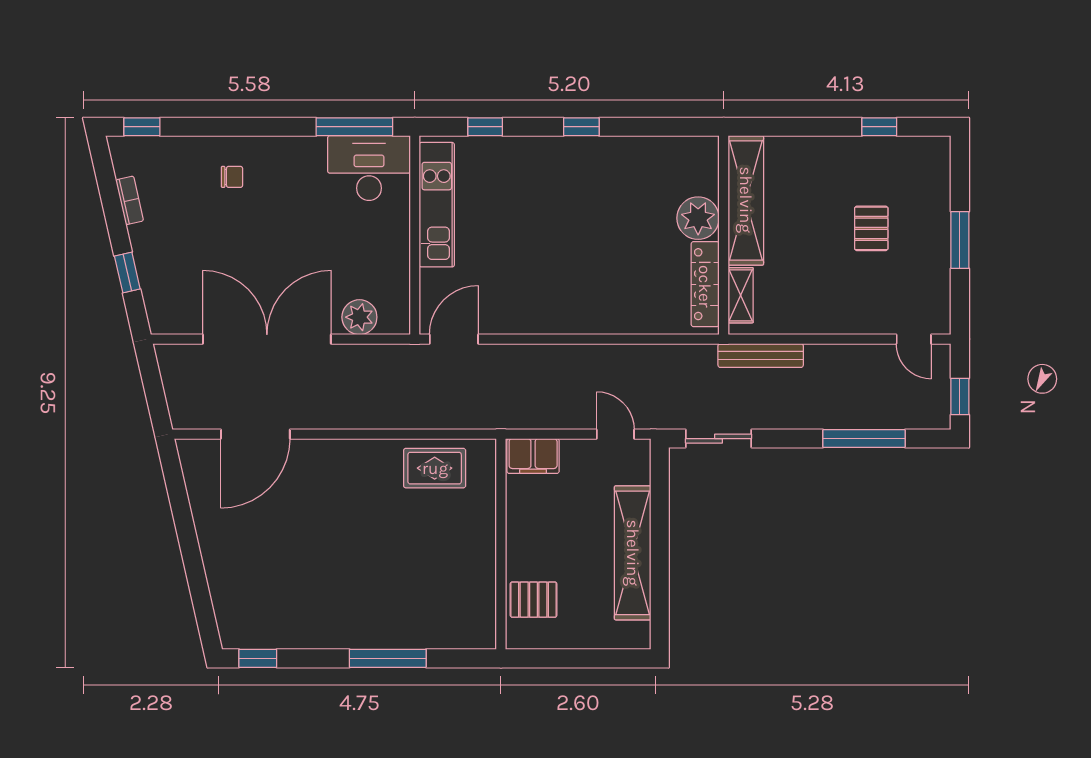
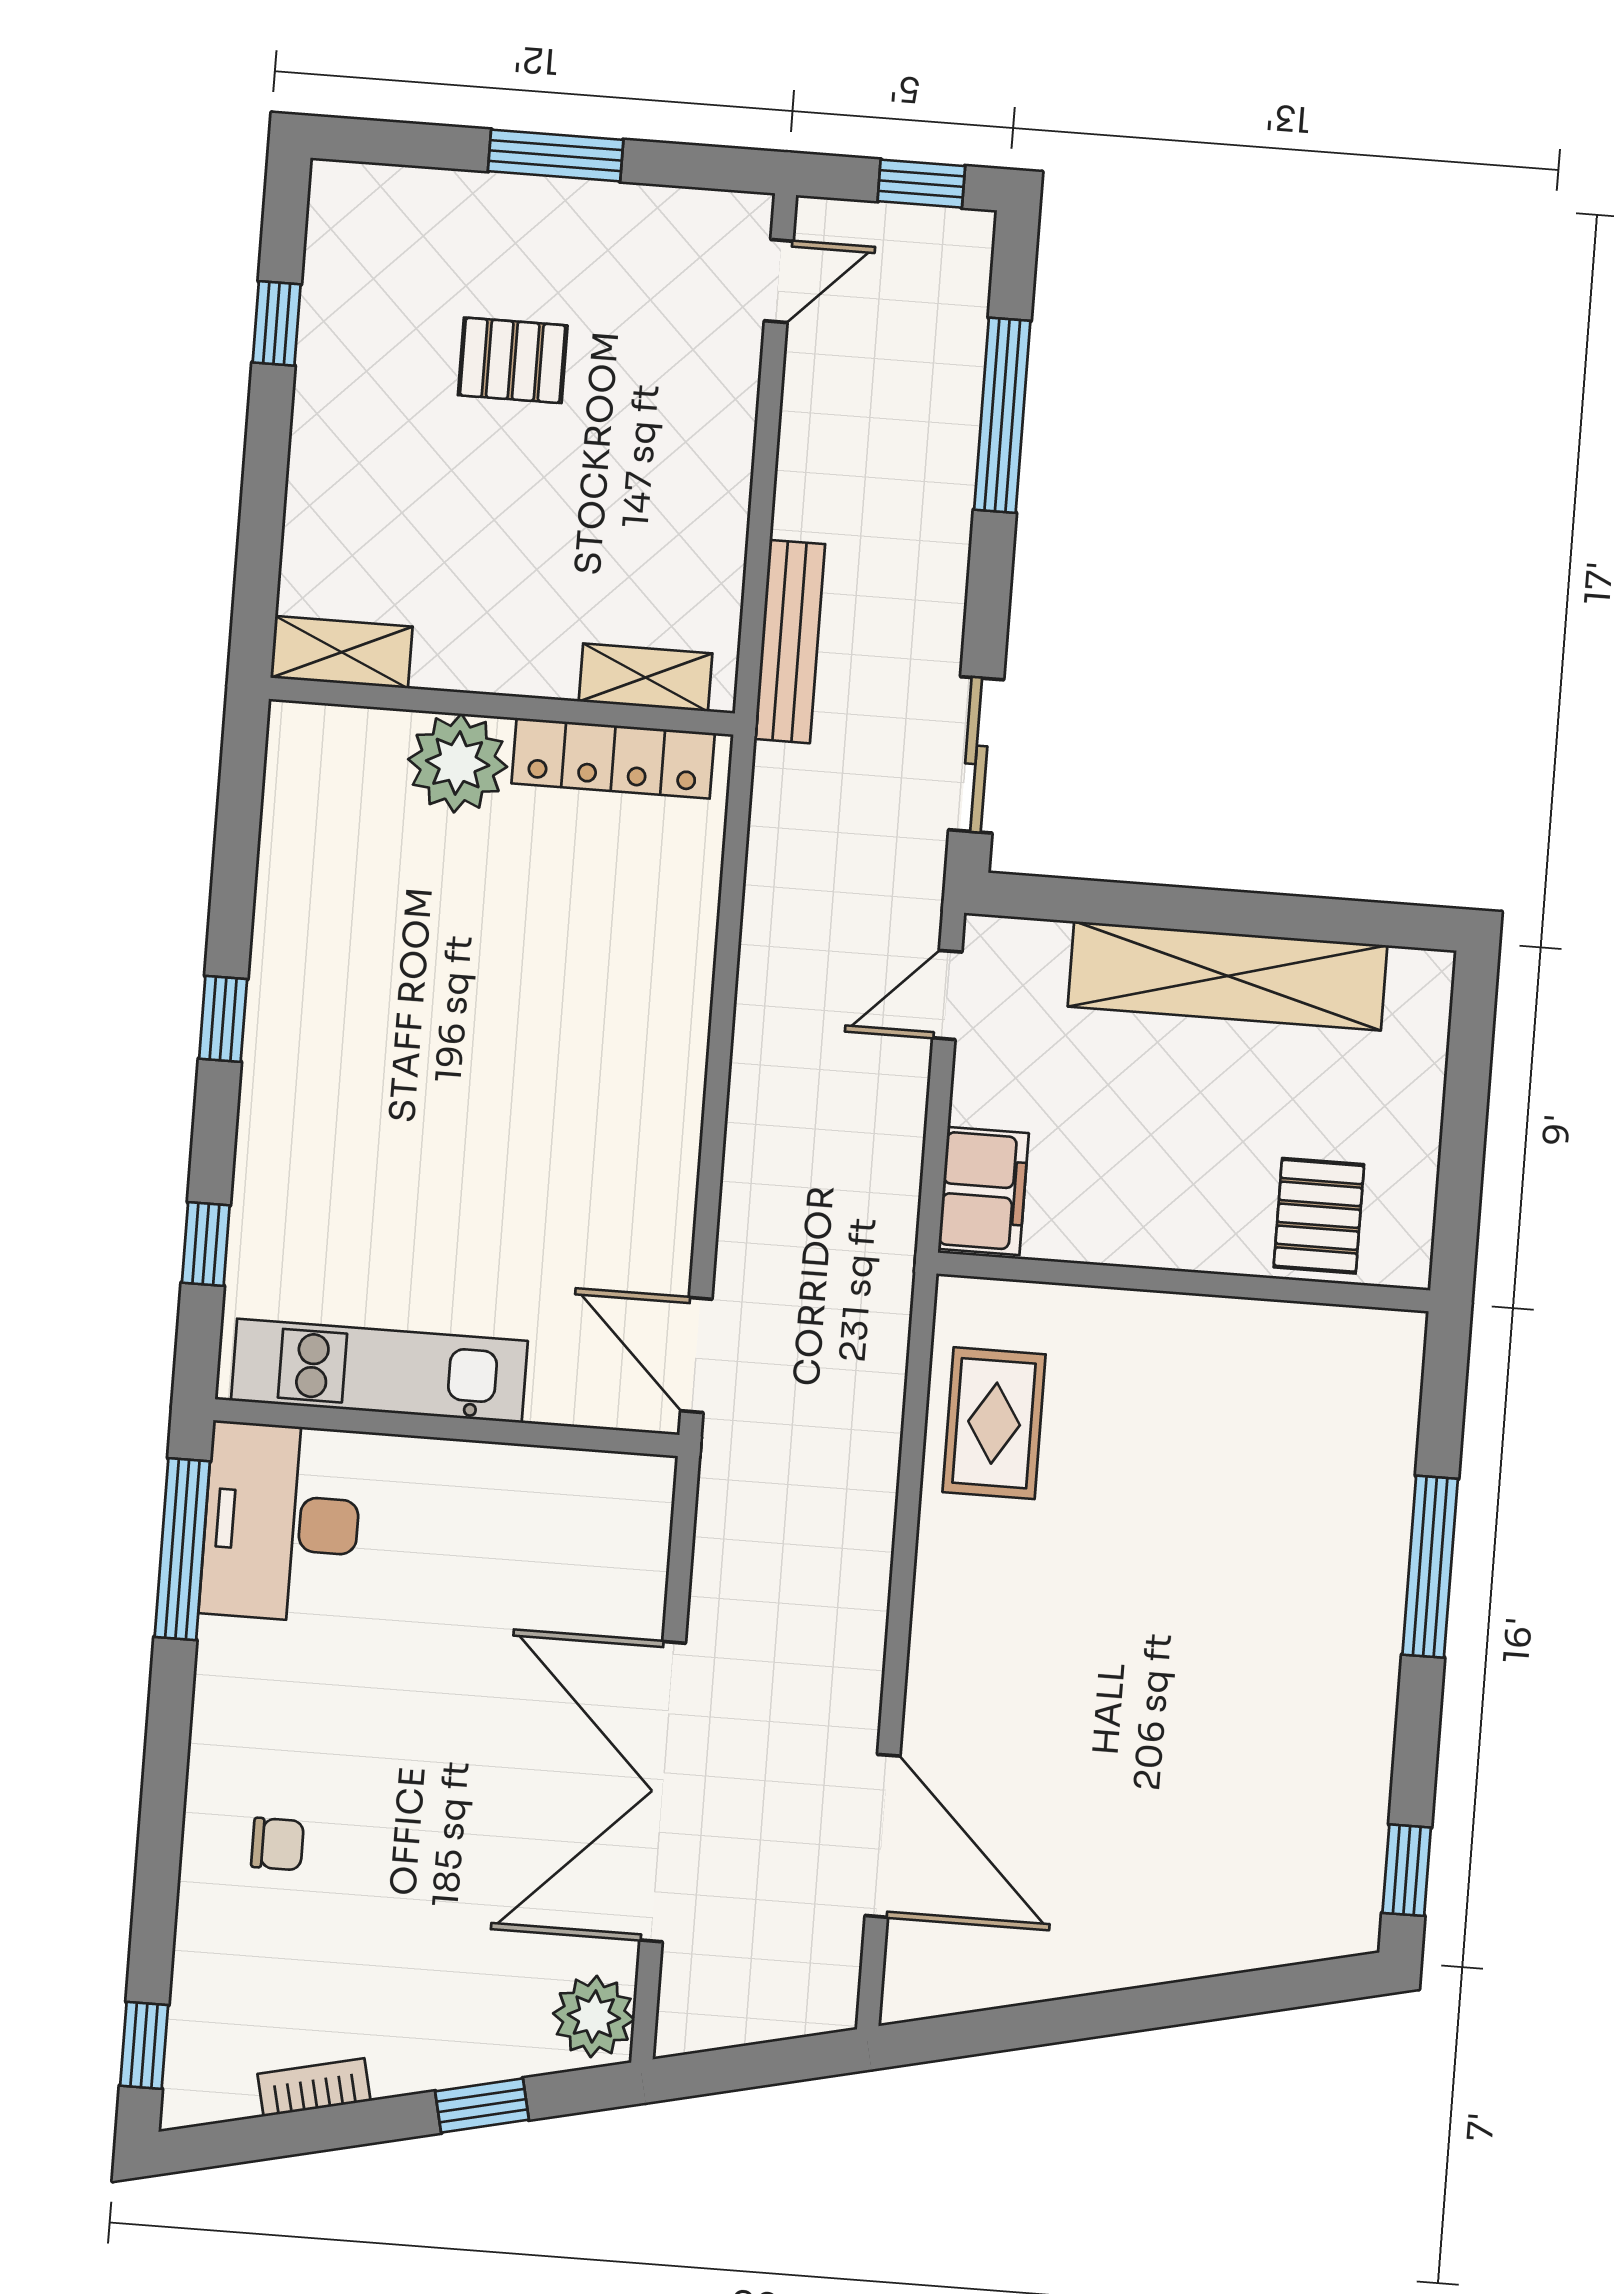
chair: (232, 177) -> (278, 1844), turned 90
shelving: (746, 200) -> (341, 652), width x0.45, depth x0.75
plant: (359, 317) -> (594, 2016), moved

